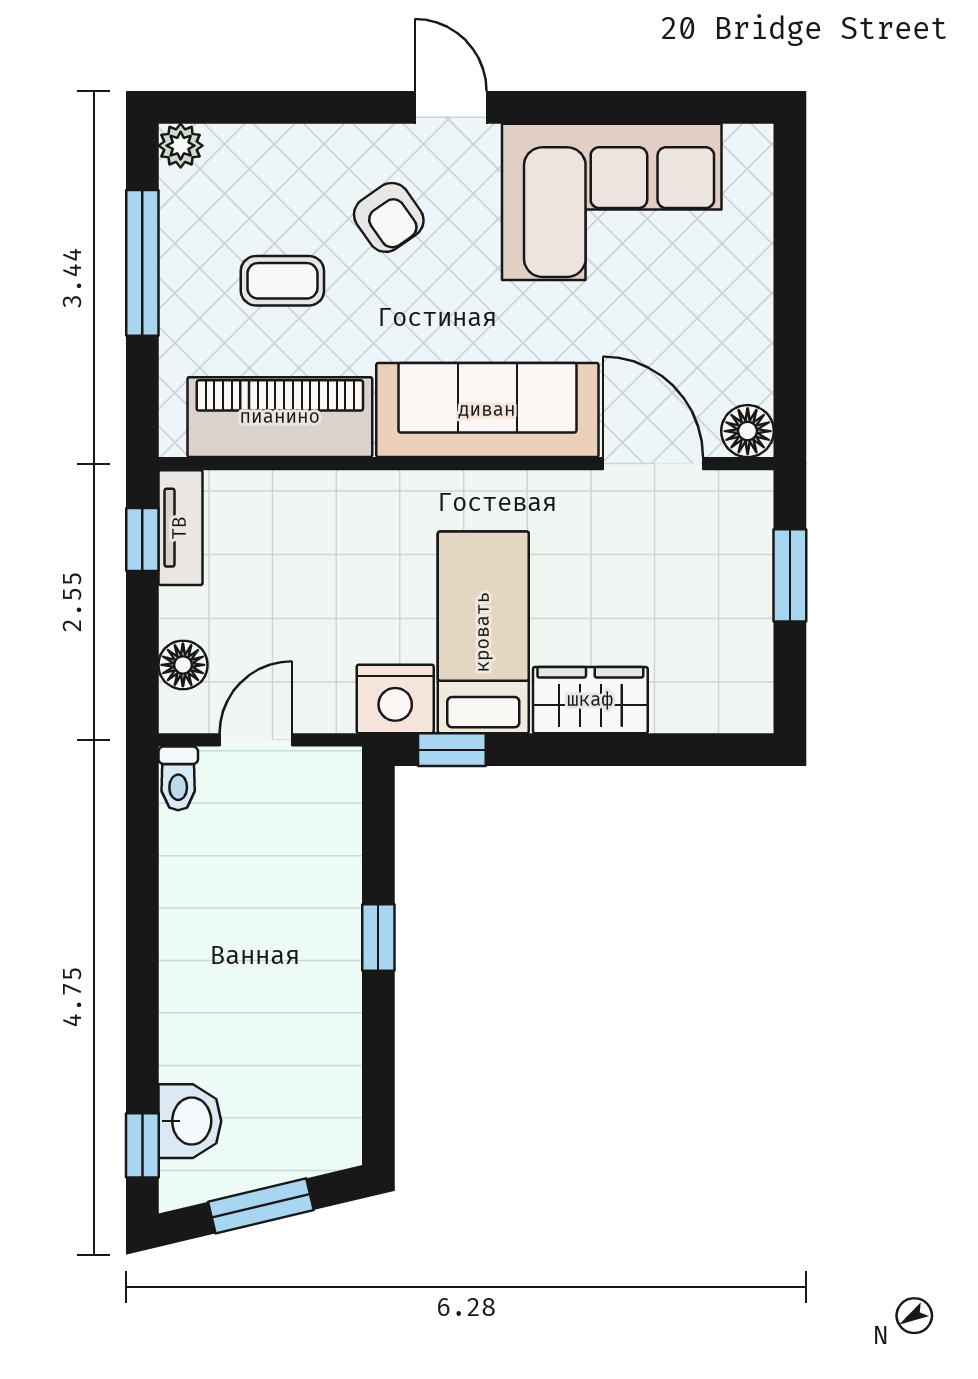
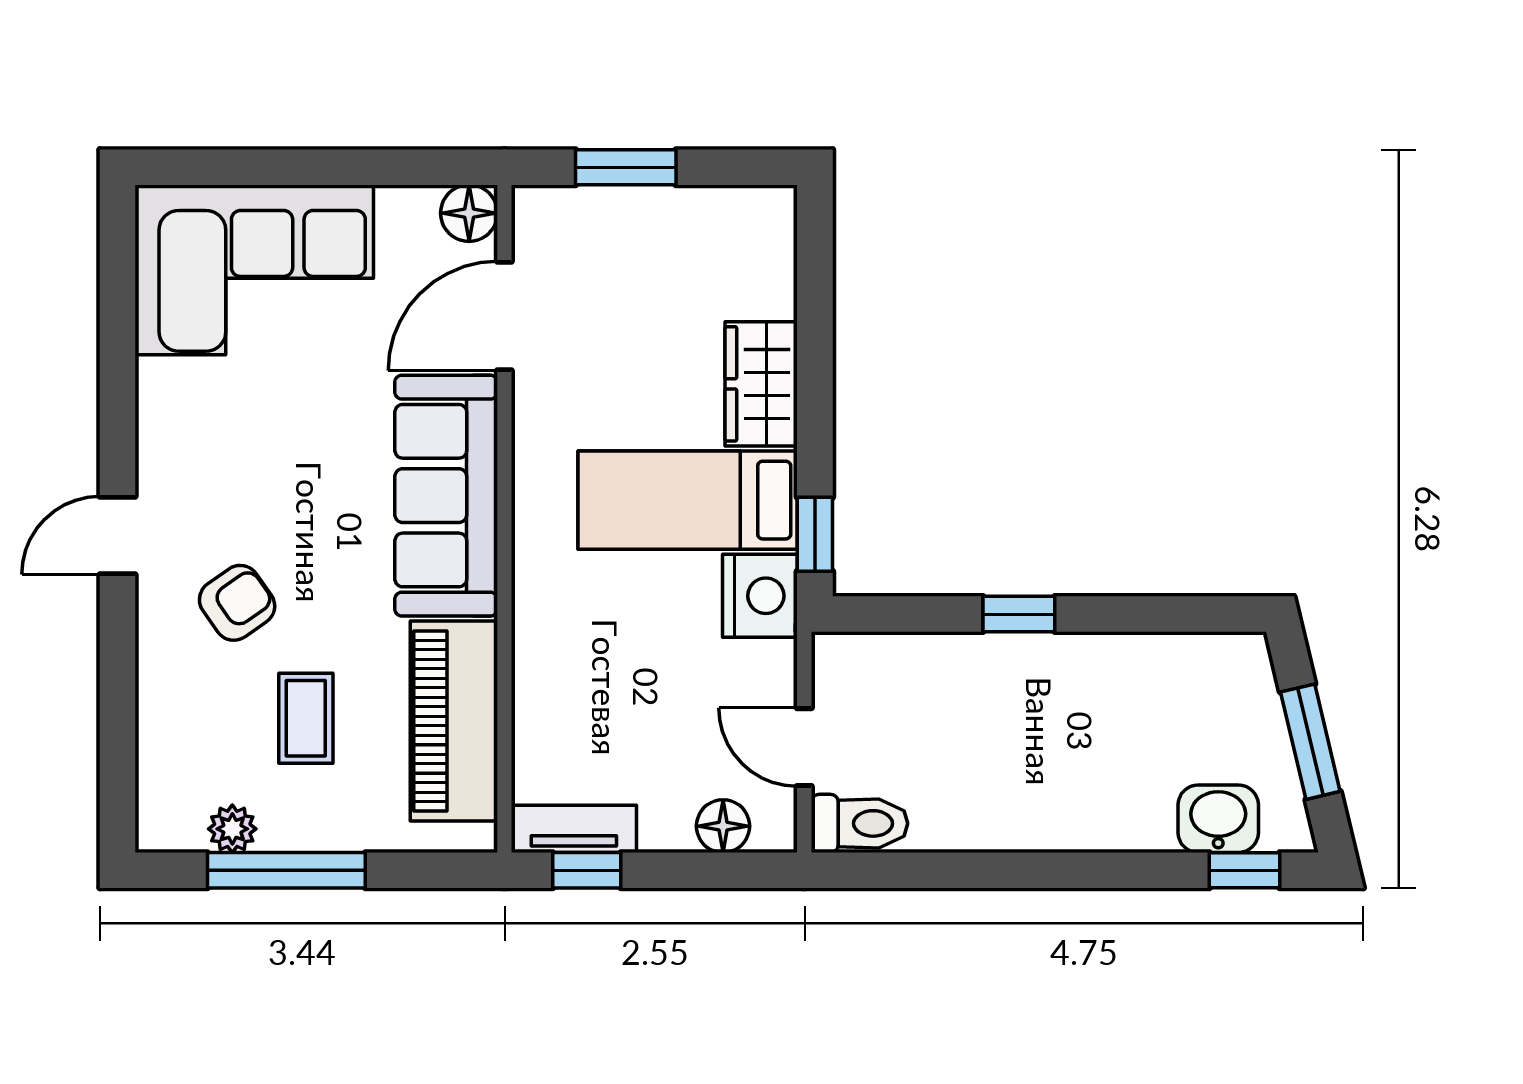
plant: (181, 146) -> (232, 829), moved
corner sofa: (612, 202) -> (254, 270), moved, turned 90
toilet: (178, 778) -> (860, 823), width x1.37, depth x1.39

